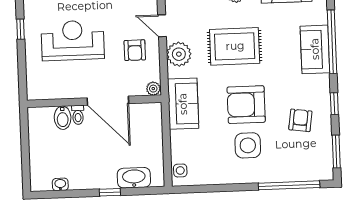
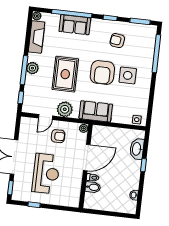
reception desk: (73, 40) -> (46, 174), turned 180

